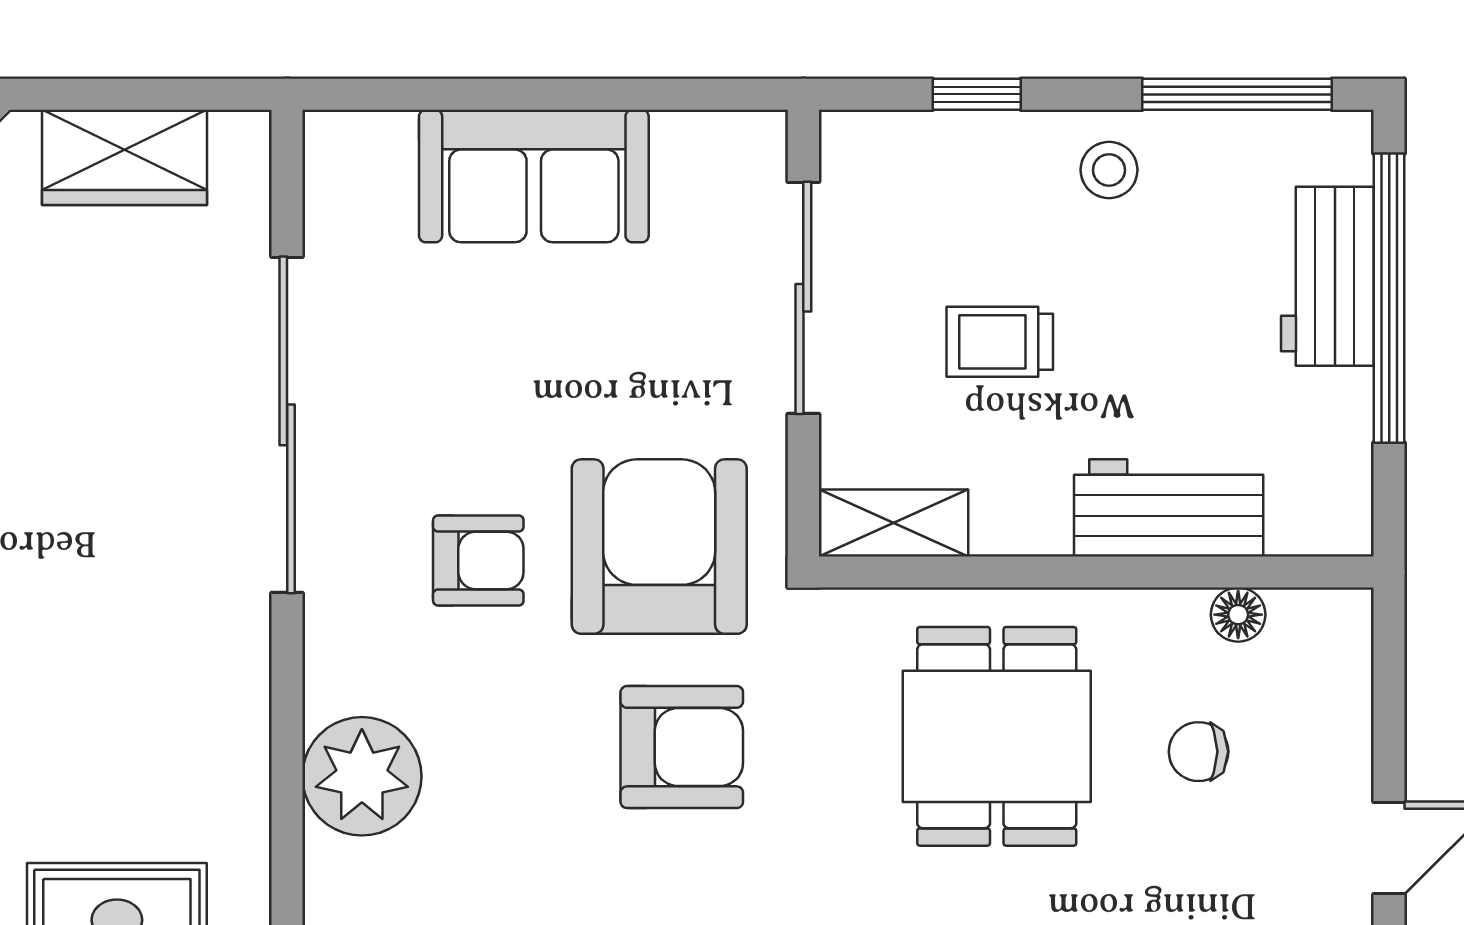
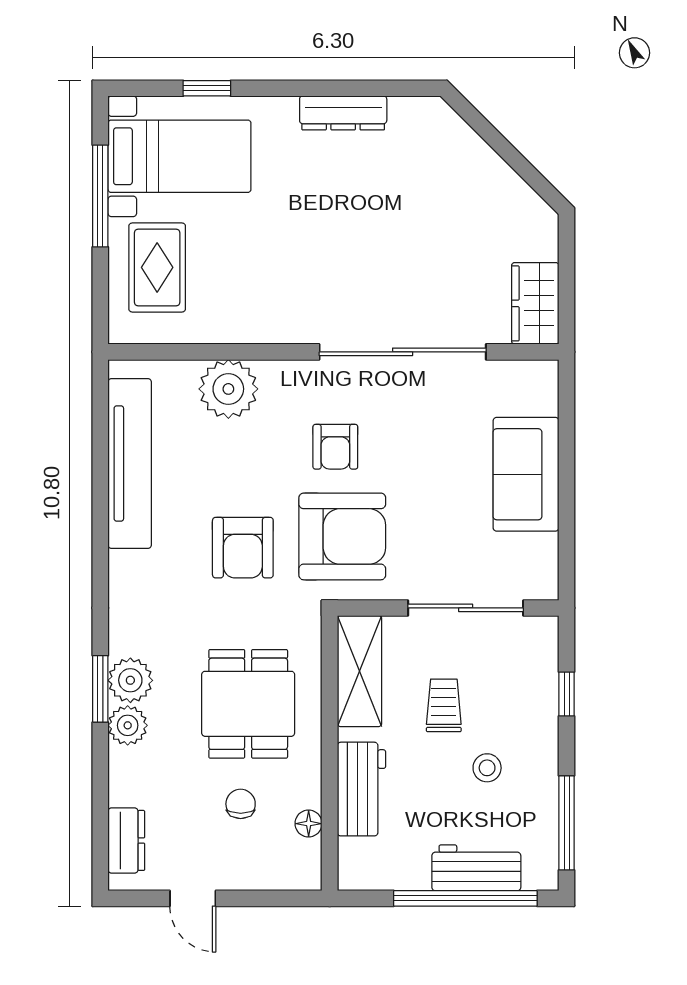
wardrobe: (125, 157) -> (535, 303), moved
stool: (1109, 170) -> (487, 768), moved
shelving: (893, 523) -> (359, 671), width x1.50, depth x1.33
dining table: (997, 736) -> (248, 704), turned 90

